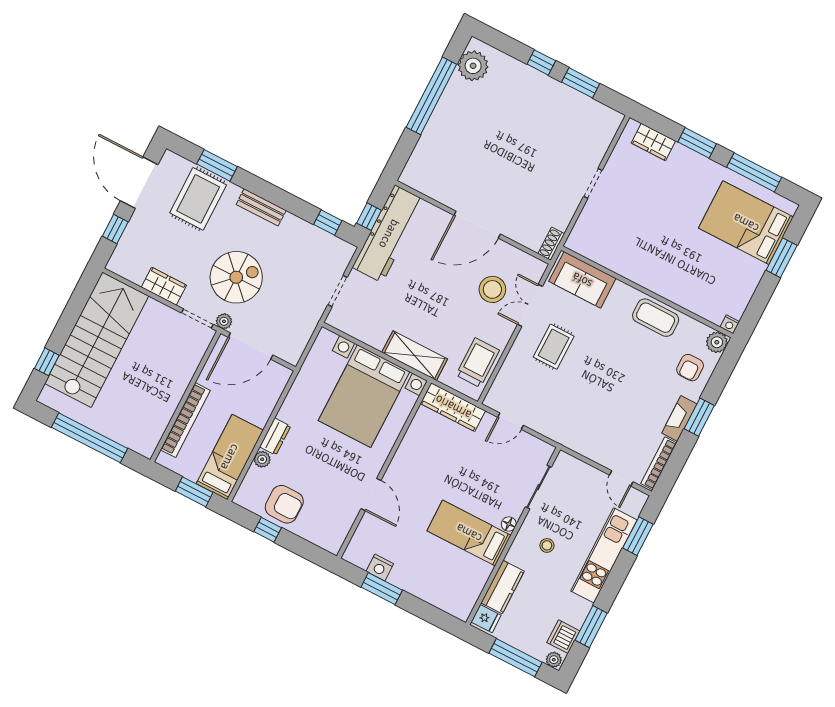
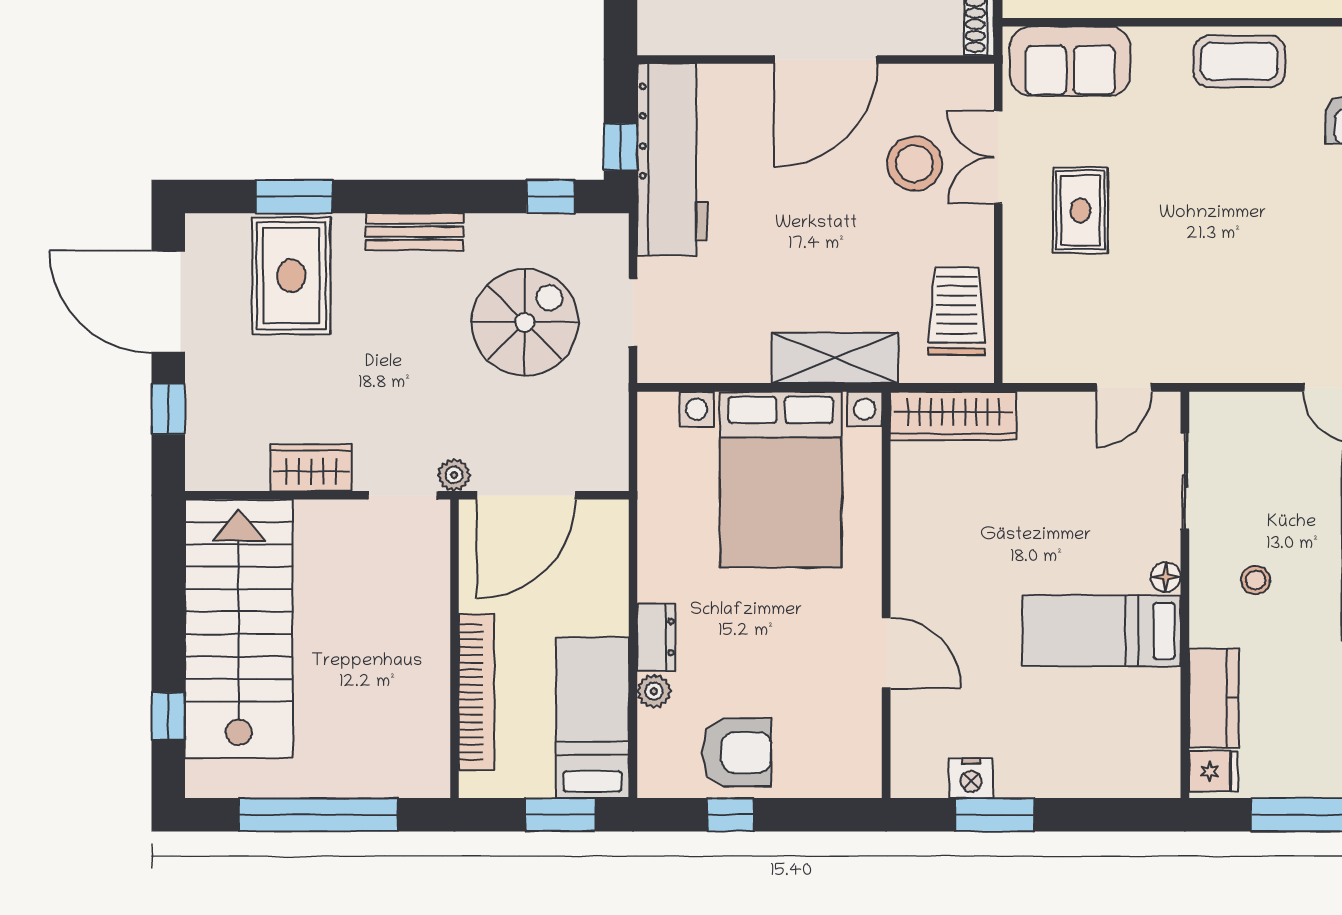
spiral stairs: (236, 277) -> (525, 322), moved
door: (510, 421) -> (1124, 387), moved

